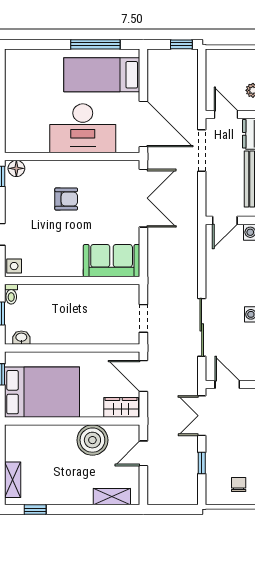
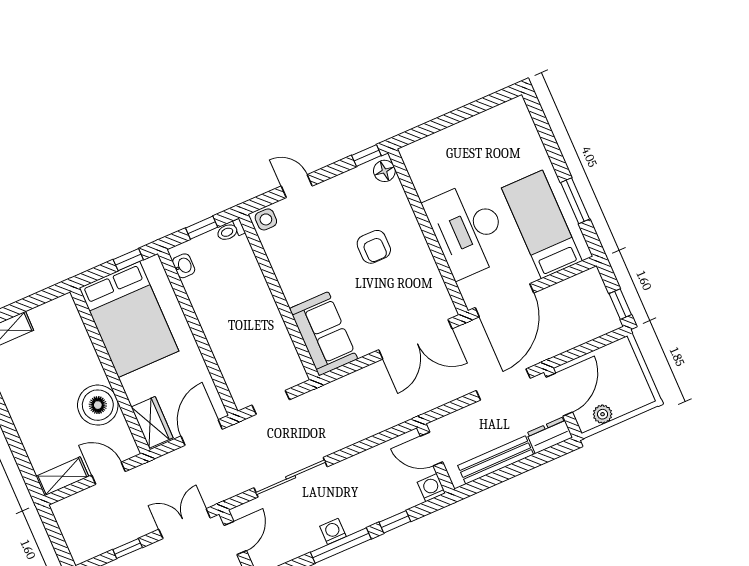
window: (95, 44) -> (575, 201), width x0.69
door: (226, 115) -> (559, 395), width x1.38
shelving: (112, 497) -> (62, 476), moved, turned 90

